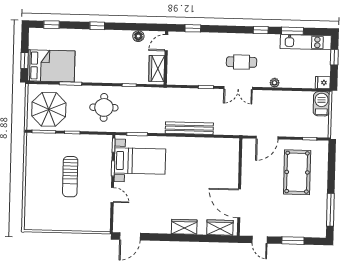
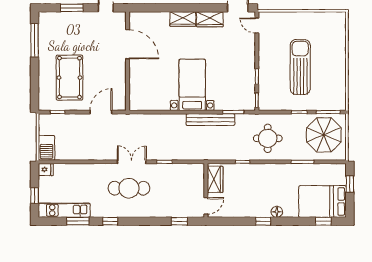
window: (97, 26) -> (263, 221), moved
floor lamp: (138, 36) -> (277, 212), moved
cafe table: (242, 62) -> (129, 188), width x1.37, depth x1.35
bed: (51, 66) -> (322, 202), moved
plant: (275, 83) -> (95, 168), removed
bench: (189, 128) -> (210, 120), moved
bed with nightstands: (140, 161) -> (192, 85), moved, turned 90
sun lounger: (70, 177) -> (300, 67), width x1.36, depth x1.34
door: (112, 195) -> (257, 26), moved
wardrobe: (220, 228) -> (210, 19), moved

